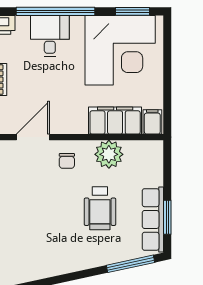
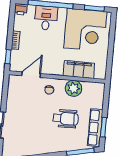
filing cabinet: (152, 122) -> (100, 72), removed
wheelchair: (100, 208) -> (66, 119), turned -90

